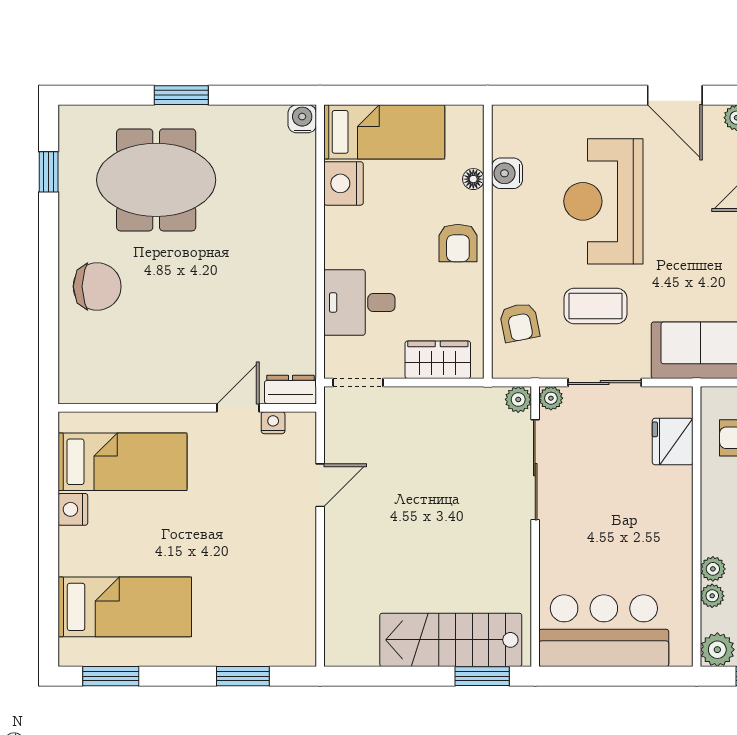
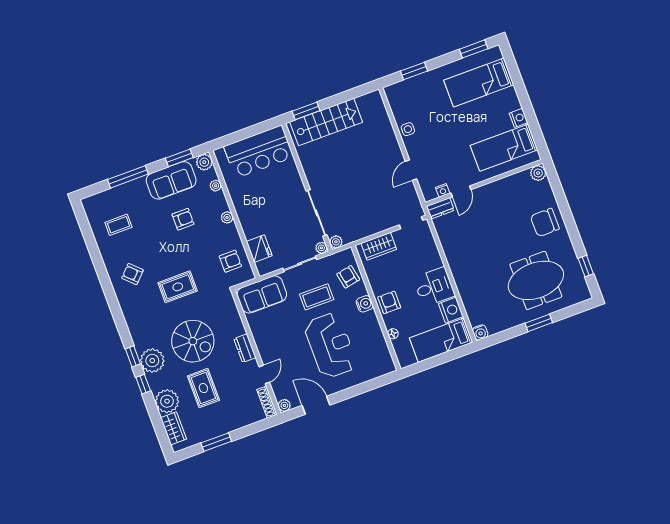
water cooler: (507, 173) -> (365, 304), moved
desk: (359, 303) -> (434, 287), moved
plant: (74, 388) -> (538, 173), added
side table: (297, 567) -> (408, 129), added
plant: (713, 569) -> (227, 217), moved

